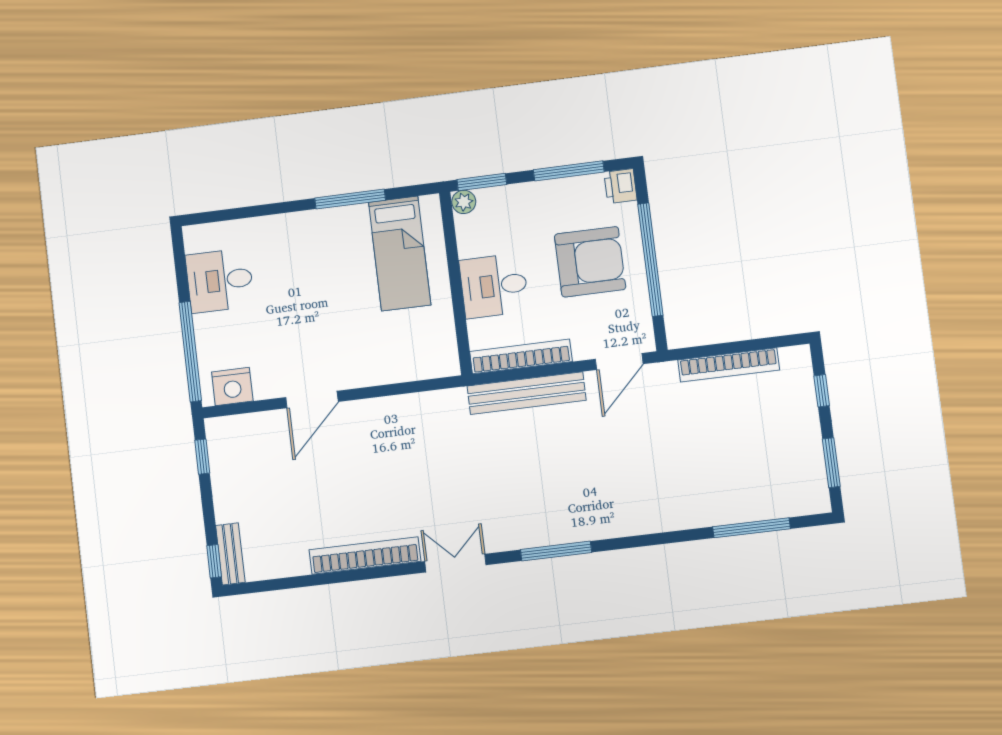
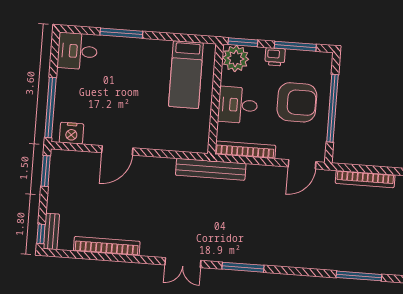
printer: (620, 186) -> (275, 57), moved, turned -90
window: (350, 199) -> (121, 33), moved
plant: (464, 202) -> (236, 58), width x1.87, depth x1.87
desk: (220, 281) -> (77, 51), moved
bench: (527, 393) -> (211, 169), moved
window: (202, 457) -> (46, 171), width x1.50
bookcase: (365, 556) -> (107, 246), moved
double door: (455, 563) -> (183, 263), swing flipped

